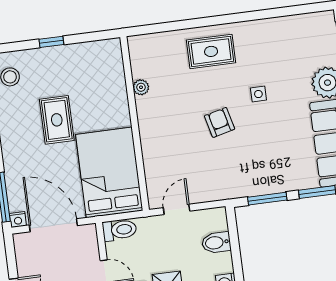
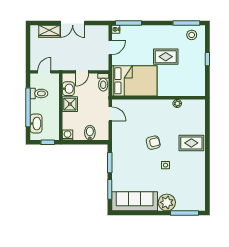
rug: (211, 51) -> (191, 143), turned 90
door: (53, 225) -> (110, 48), width x0.53

